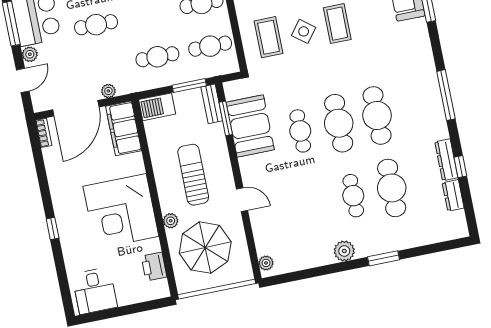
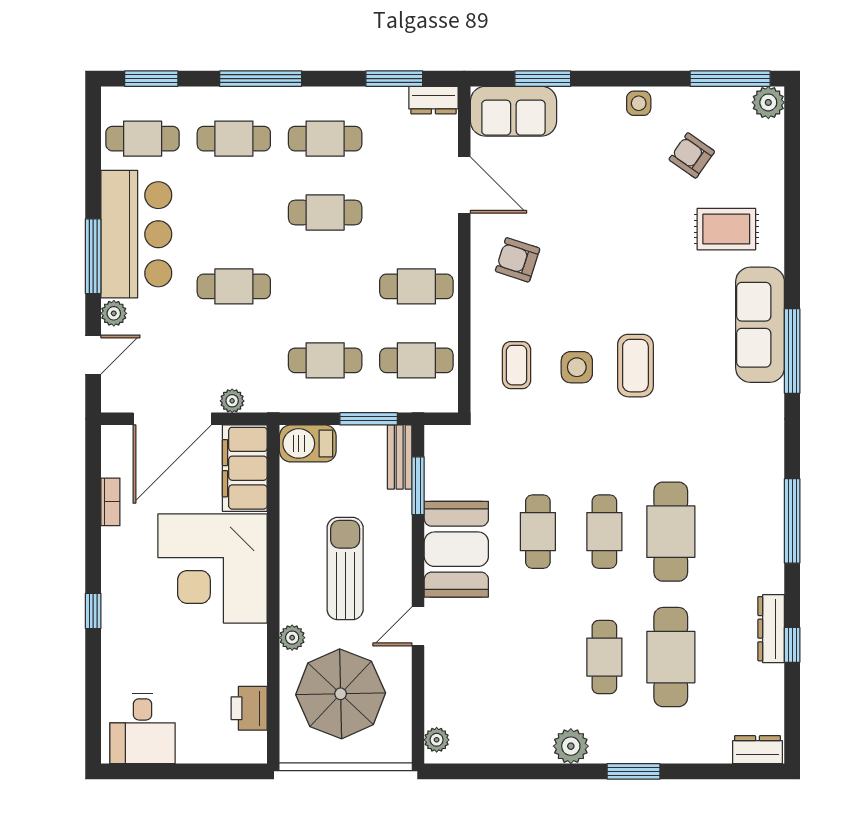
side table: (304, 31) -> (577, 367), turned -38
coffee table: (269, 37) -> (517, 365), width x0.73, depth x0.77
cafe table: (339, 123) -> (604, 532), width x0.73, depth x0.74
booth: (250, 126) -> (456, 549), moved
bookcase: (44, 133) -> (110, 502), moved
dresser: (453, 195) -> (758, 750), moved, turned 90
door: (242, 200) -> (418, 626), swing flipped
corner desk: (121, 211) -> (213, 568), moved

